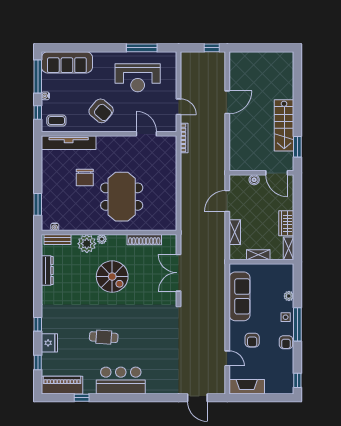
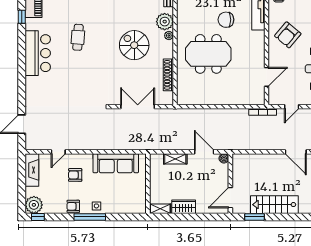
boiler: (254, 180) -> (224, 158), moved
shelving: (258, 255) -> (154, 181), removed
spiral stairs: (112, 277) -> (134, 45), turned 90
plant: (289, 296) -> (34, 205), moved, width x1.88, depth x1.88

